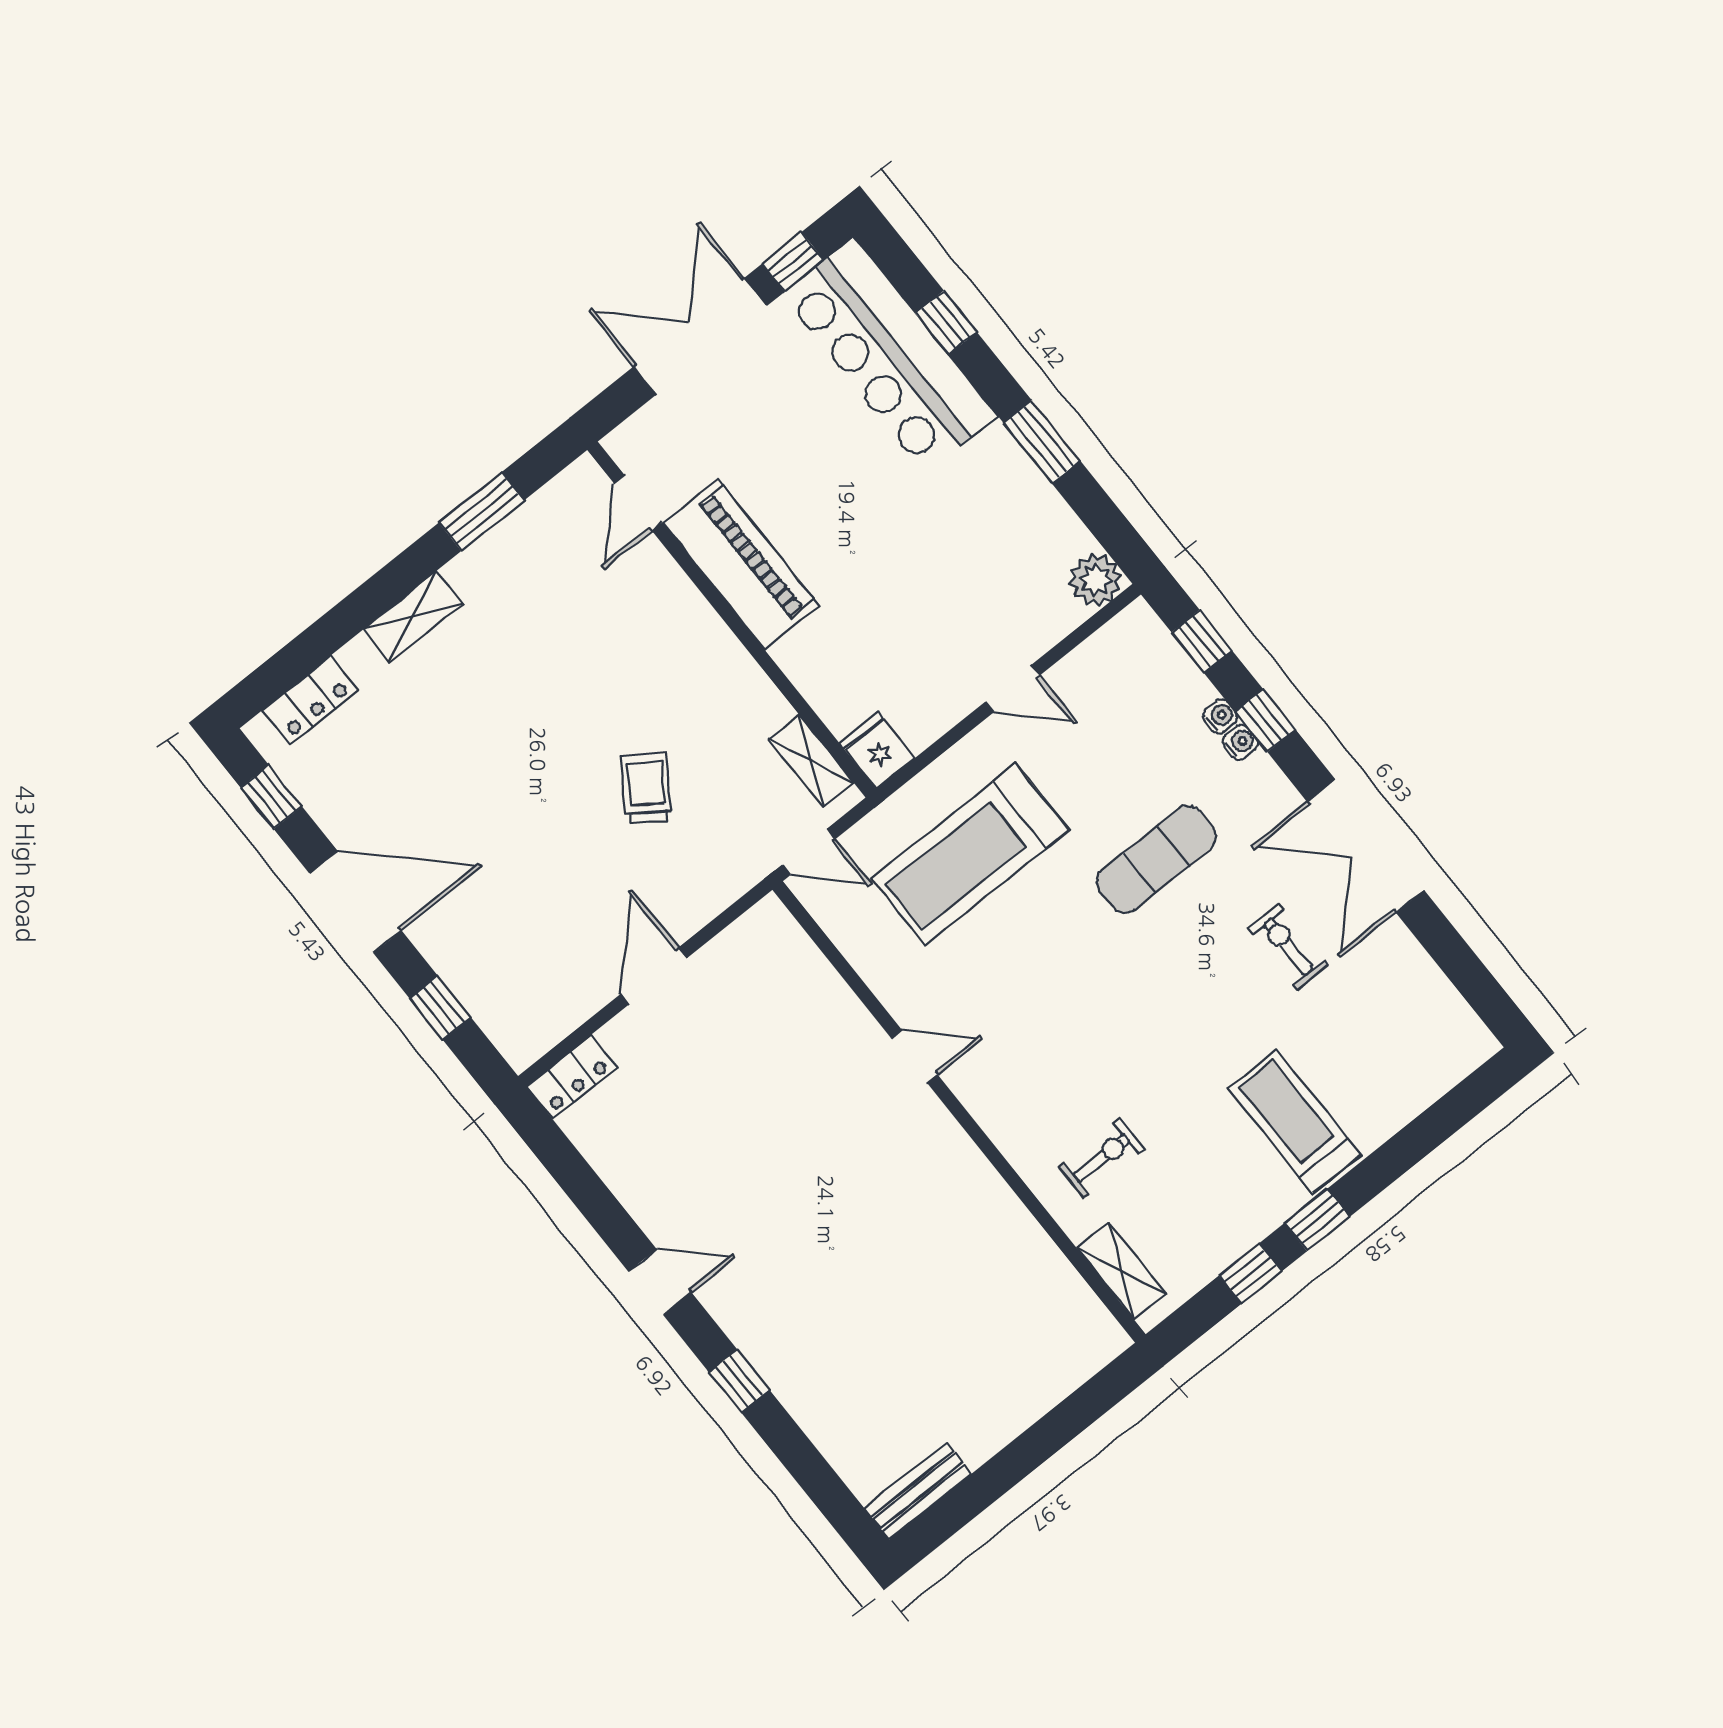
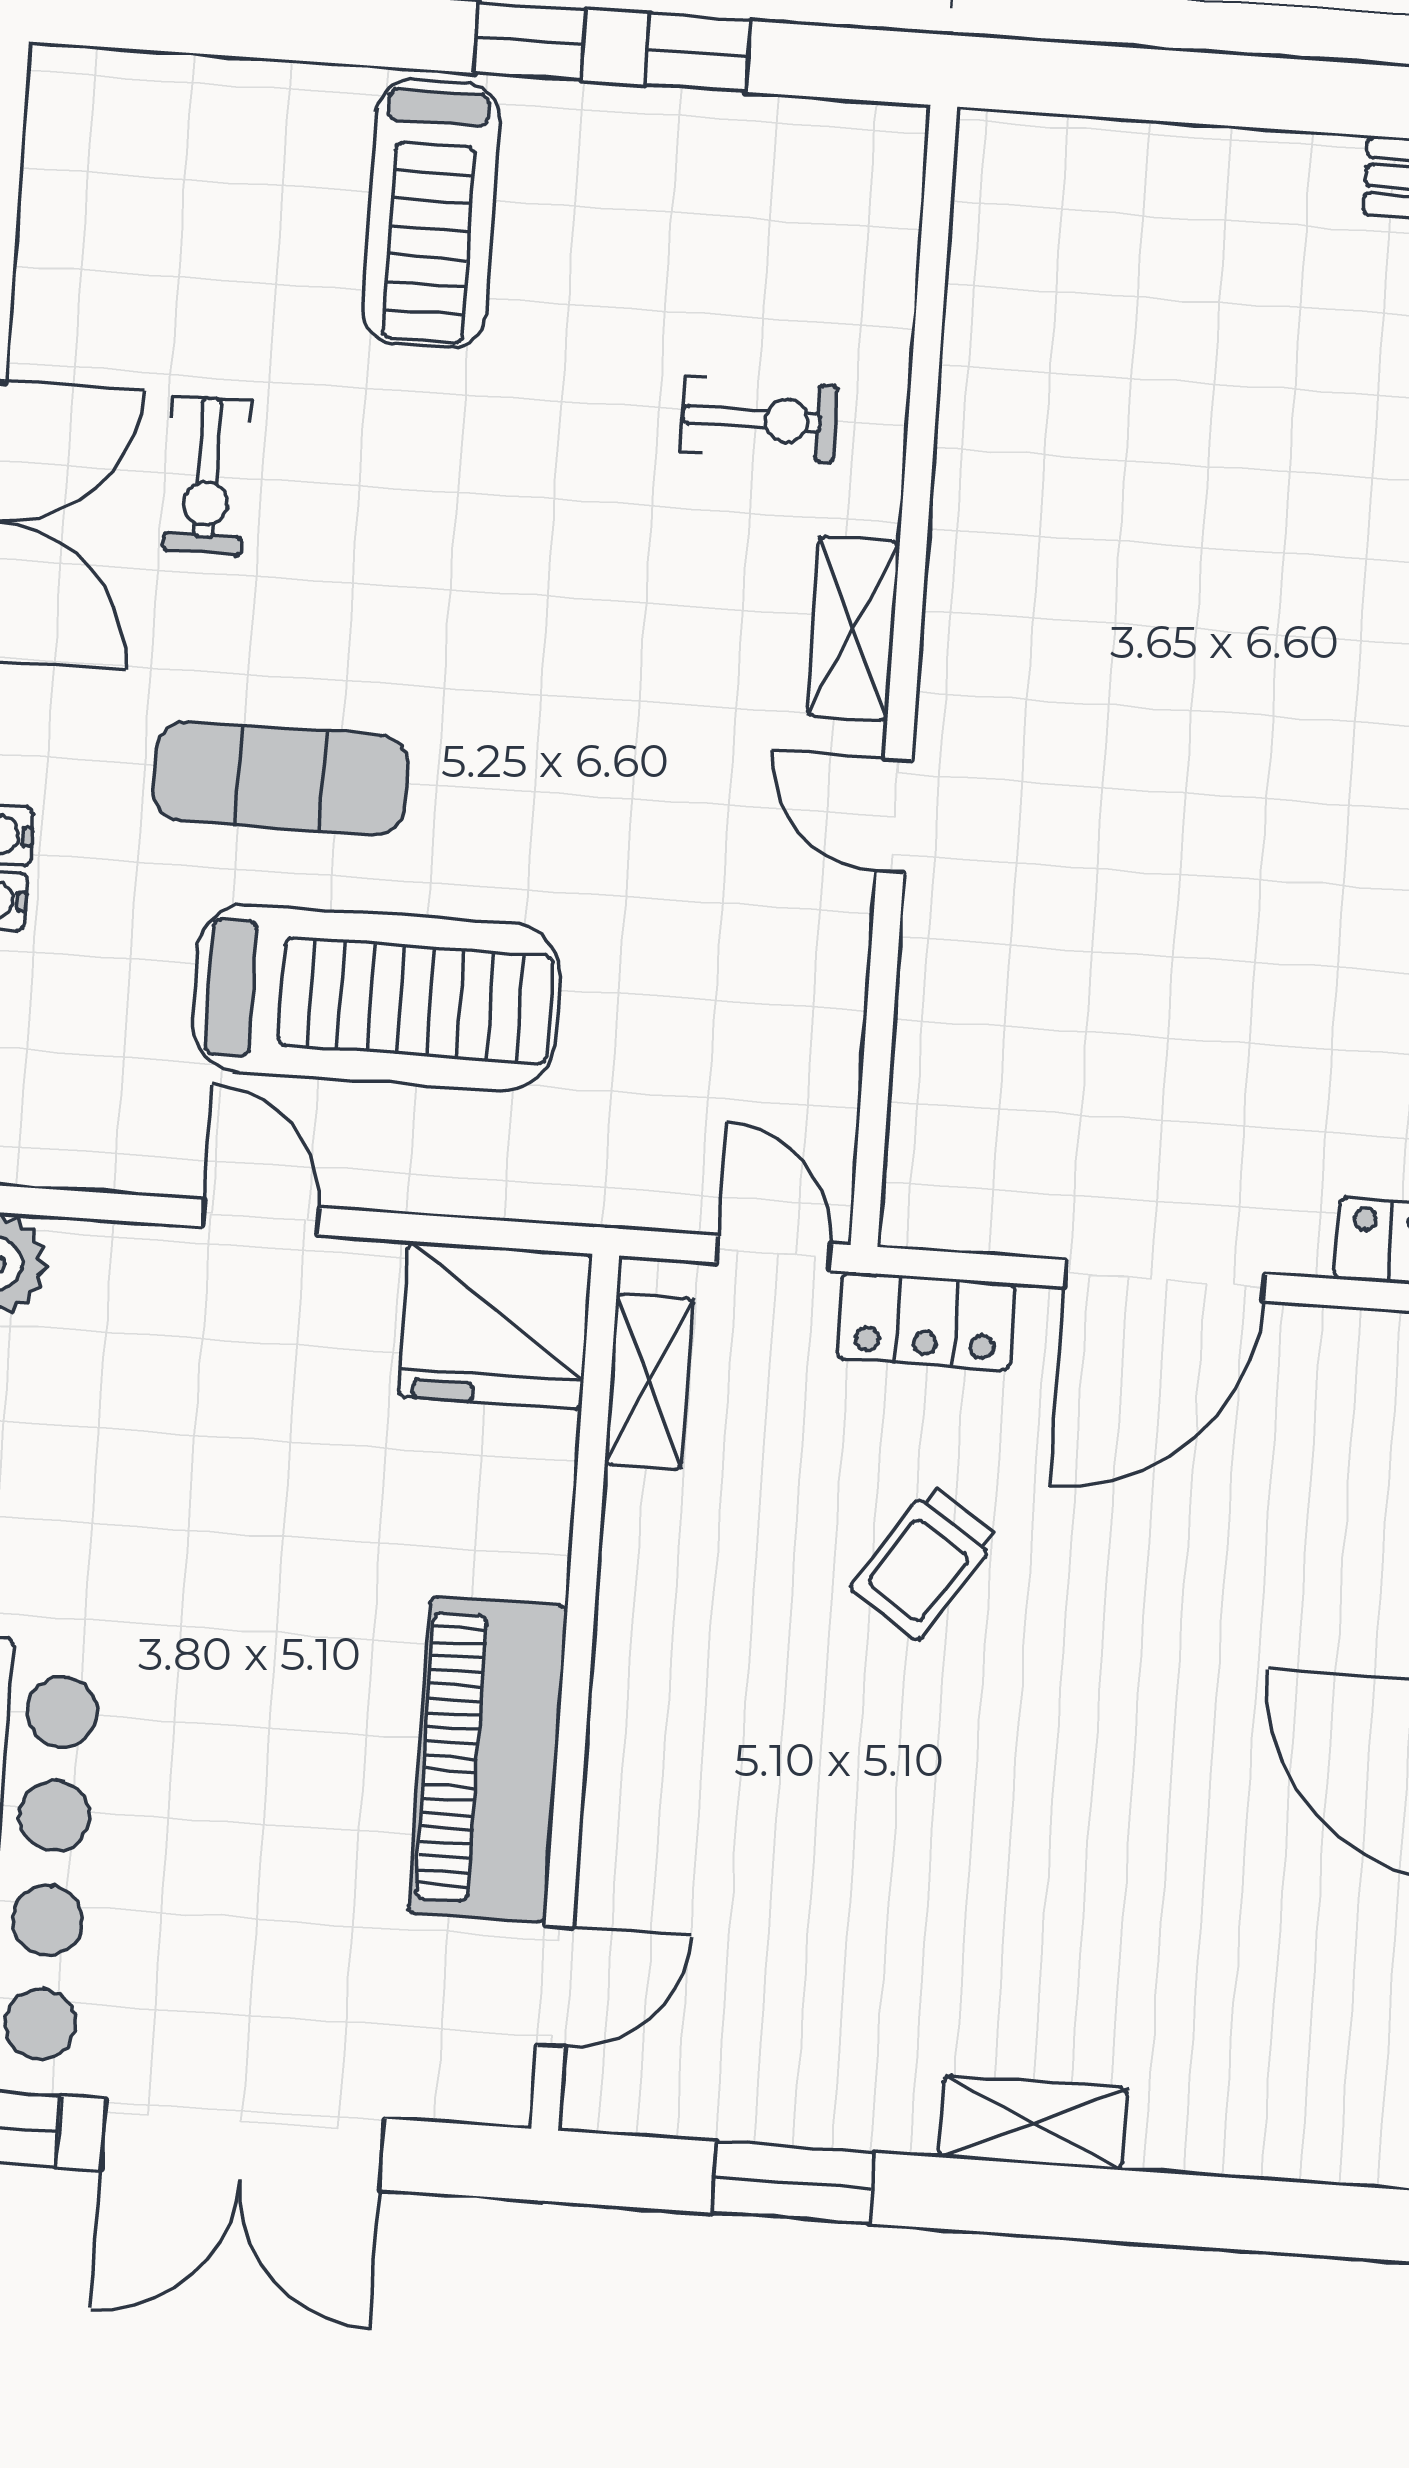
locker: (310, 700) -> (926, 1321), moved, turned 180
fridge: (877, 751) -> (495, 1325), width x1.88, depth x1.34
treadmill: (970, 854) -> (376, 998), moved
door: (654, 976) -> (1165, 1280), width x1.36
exercise bike: (1101, 1158) -> (759, 419), turned 180
shelving: (1121, 1271) -> (853, 628), moved

